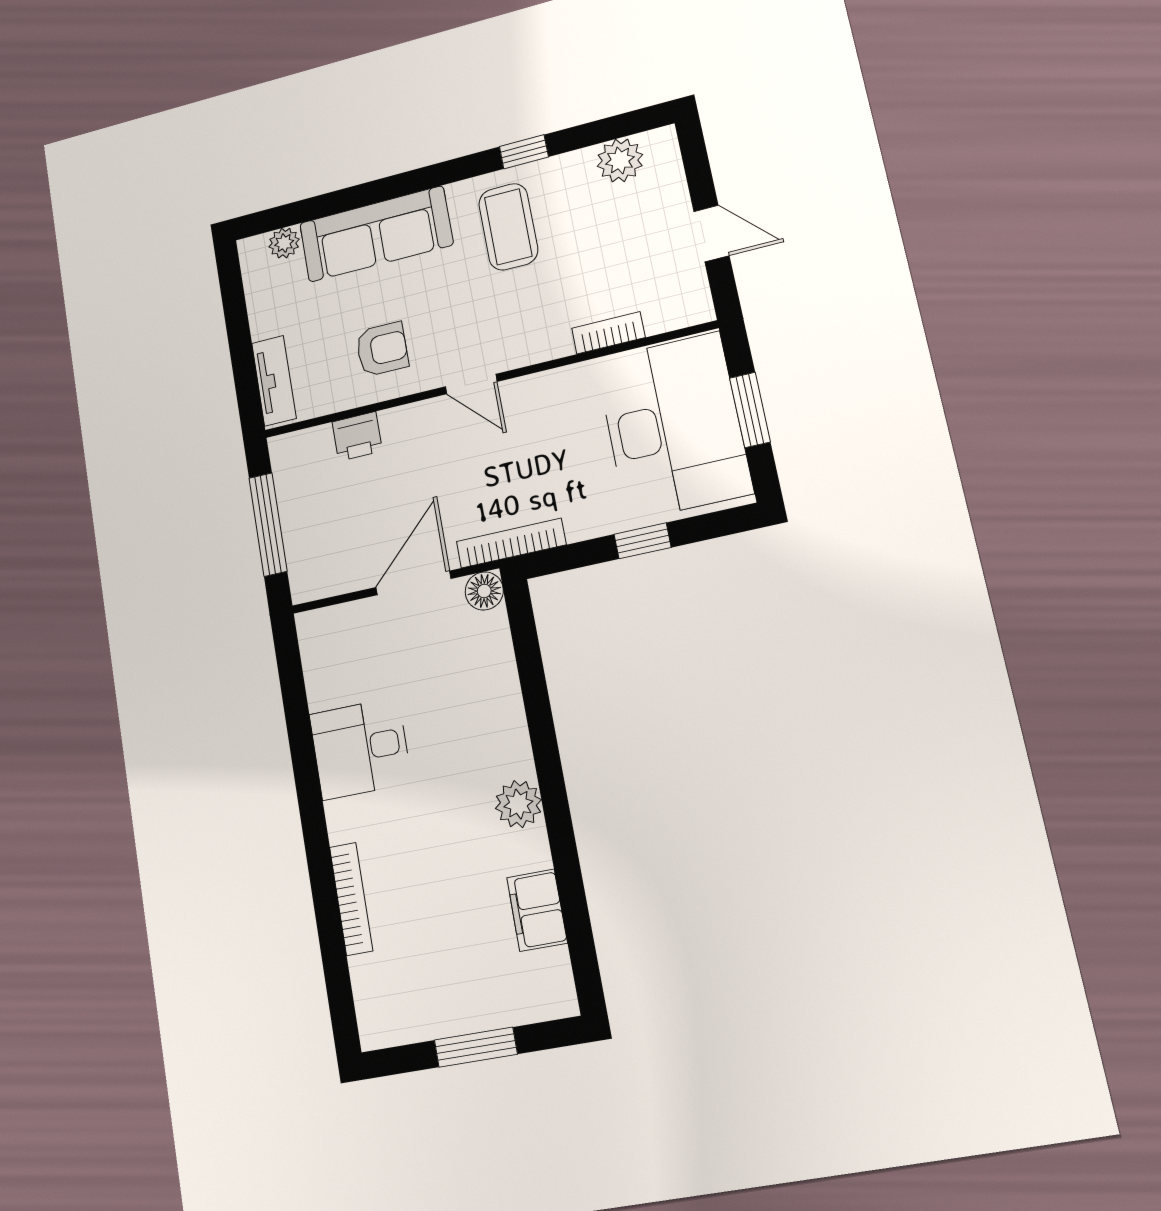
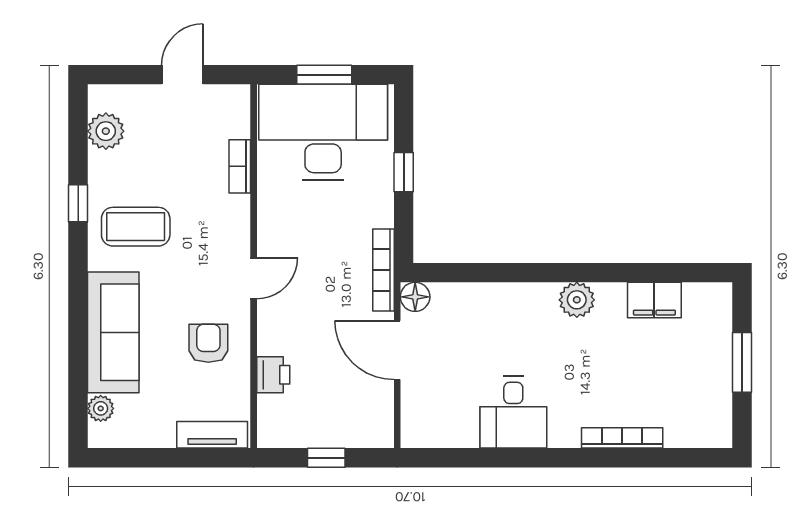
window: (268, 524) -> (326, 458), width x0.46

